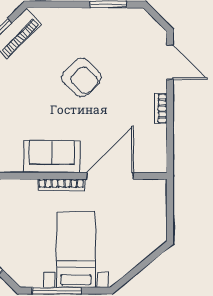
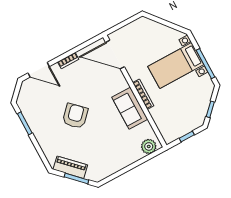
door: (170, 62) -> (39, 70), swing flipped
door: (110, 176) -> (115, 55), moved

